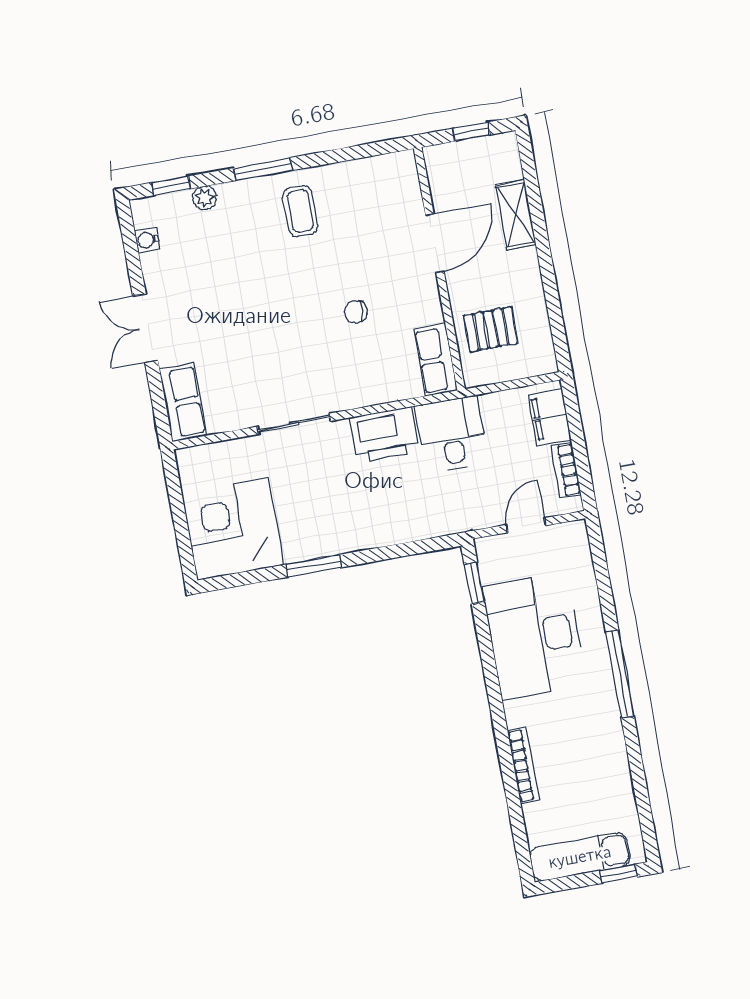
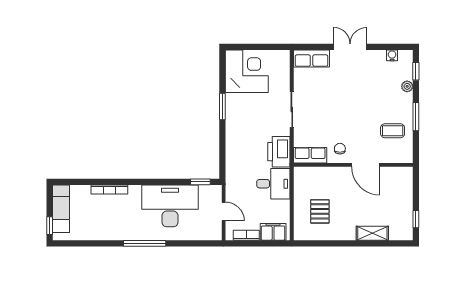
door: (435, 243) -> (366, 165), moved
wall: (439, 269) -> (353, 165), moved
row of seats: (435, 360) -> (310, 155), moved

